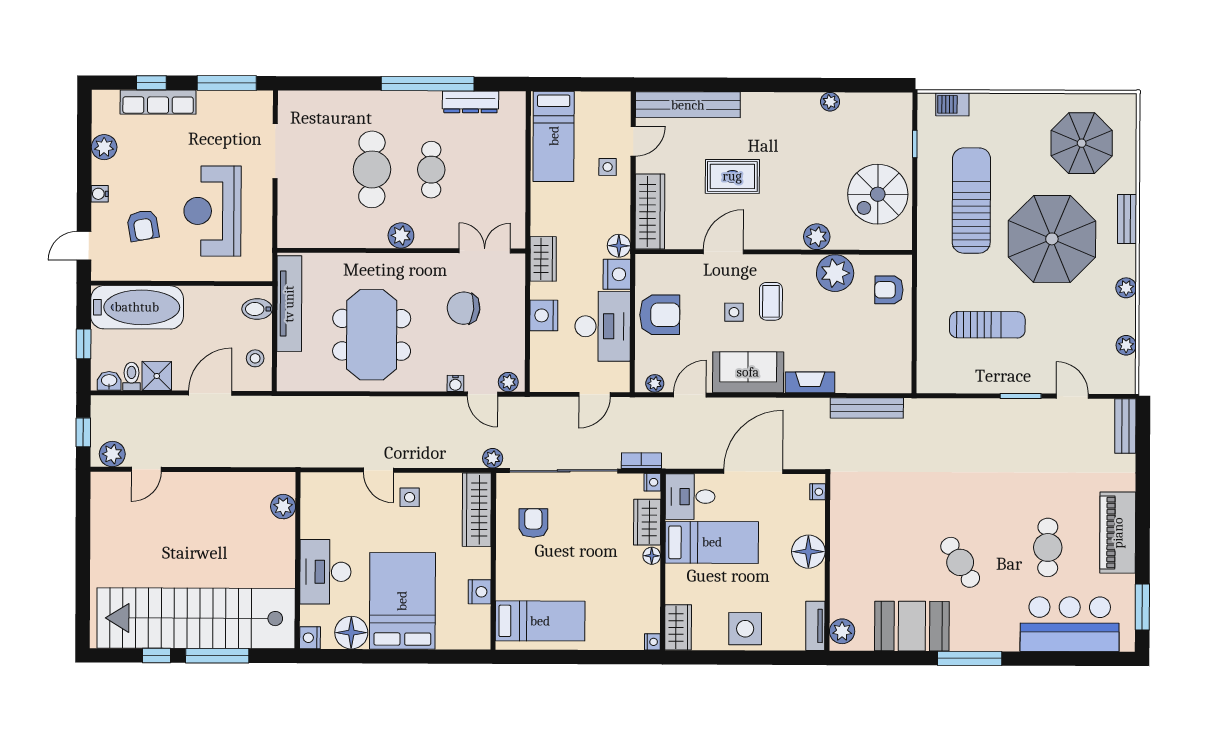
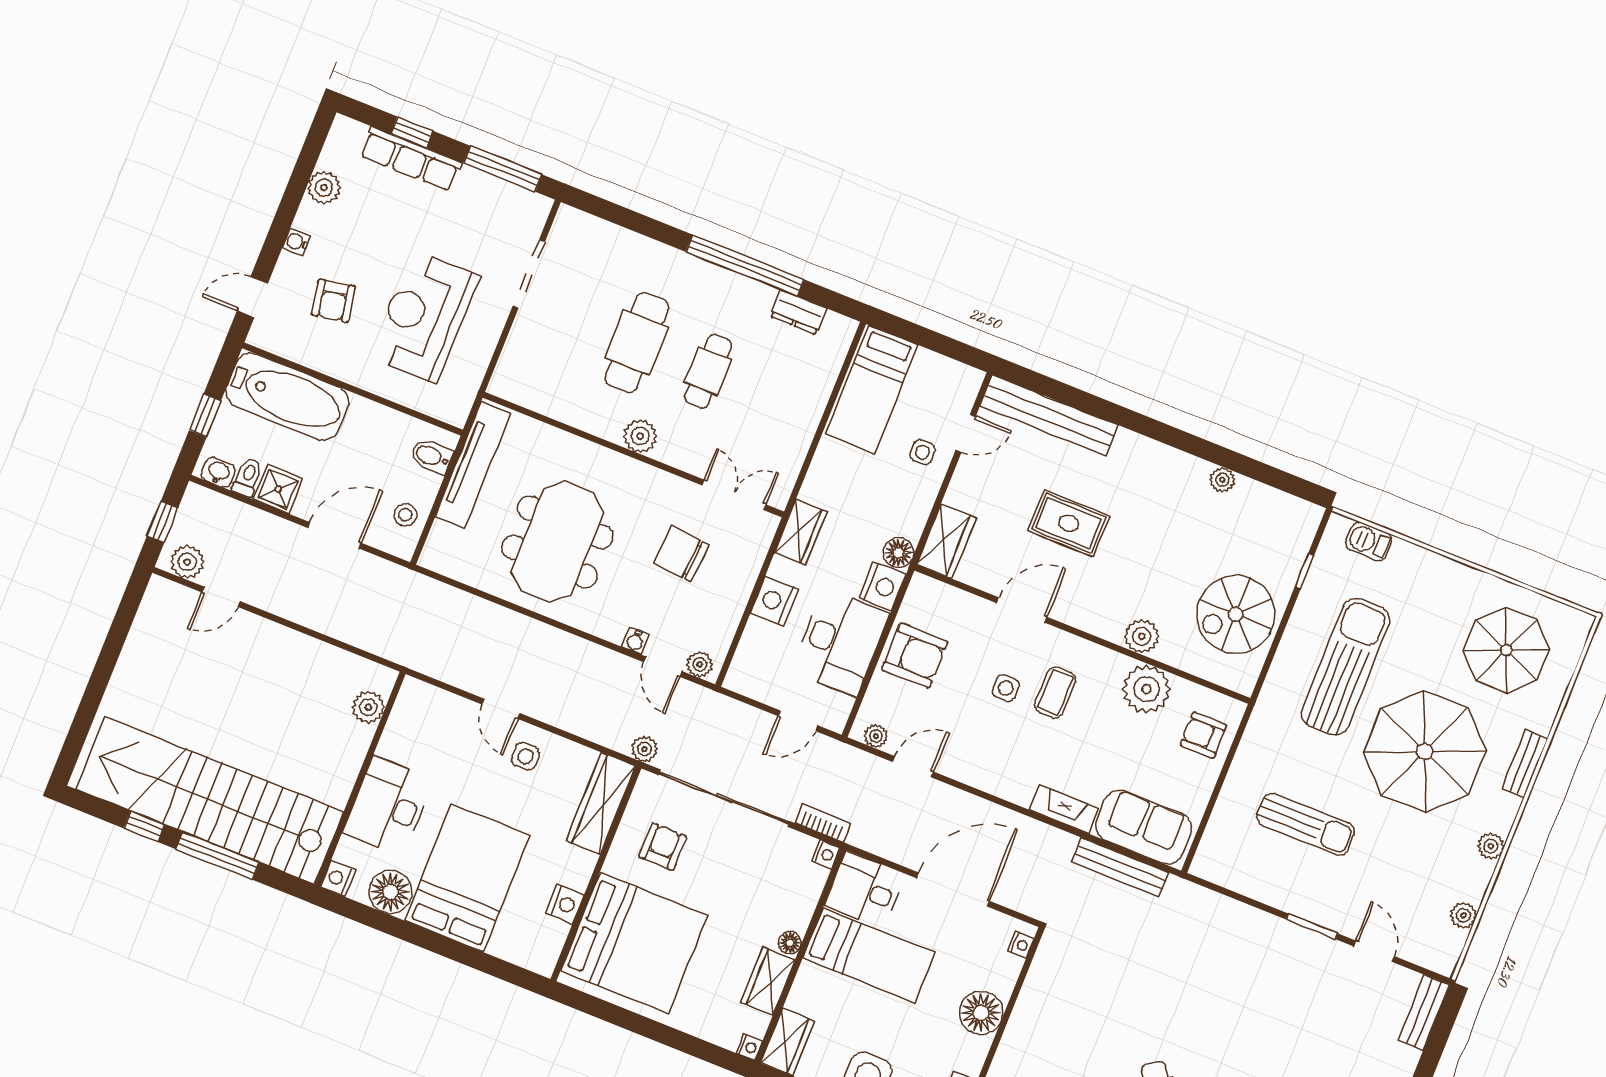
dresser: (471, 102) -> (798, 312), width x0.70
wardrobe: (650, 212) -> (946, 541), width x0.67
sofa: (748, 372) -> (1143, 827), moved
wardrobe: (647, 522) -> (768, 981), moved
bed: (540, 621) -> (634, 943), width x2.04

